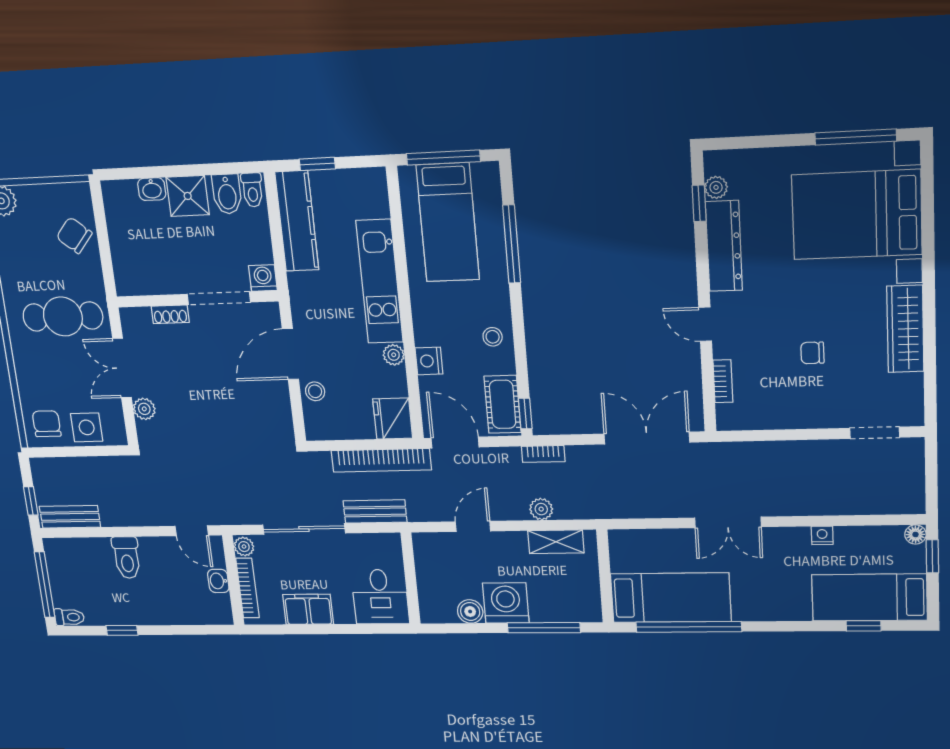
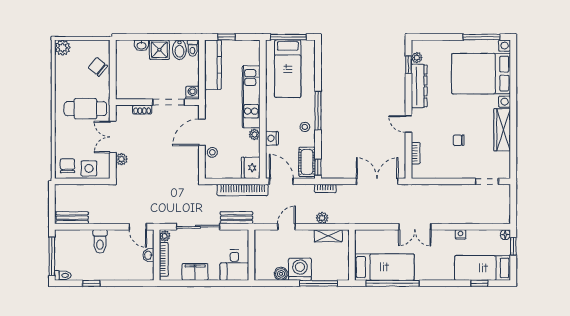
window: (512, 244) -> (318, 111), moved
window: (31, 501) -> (52, 208), removed

